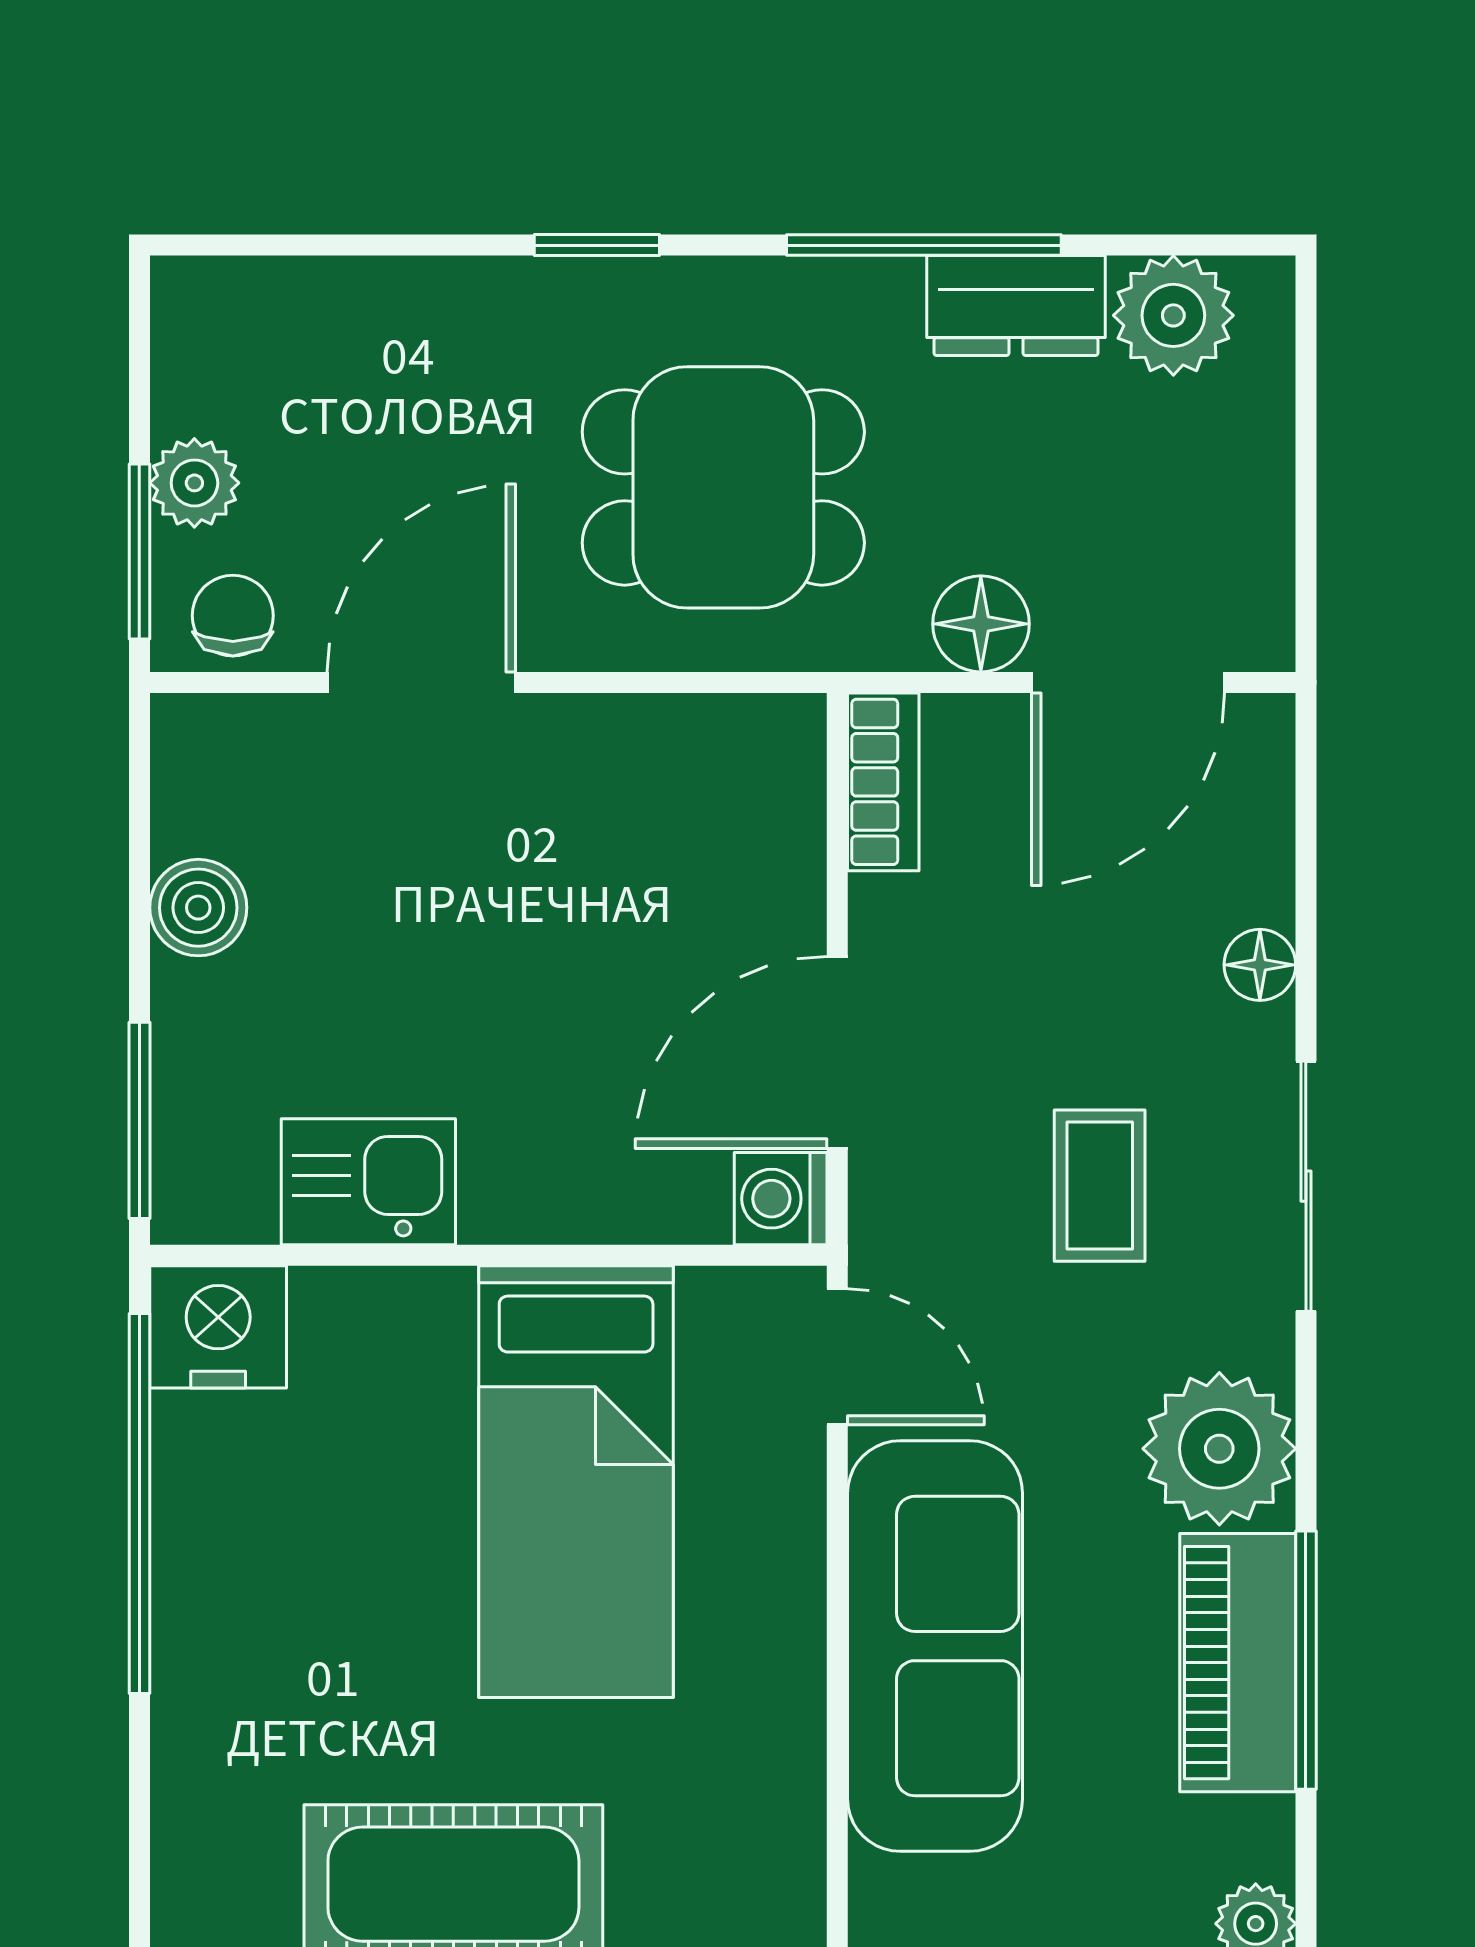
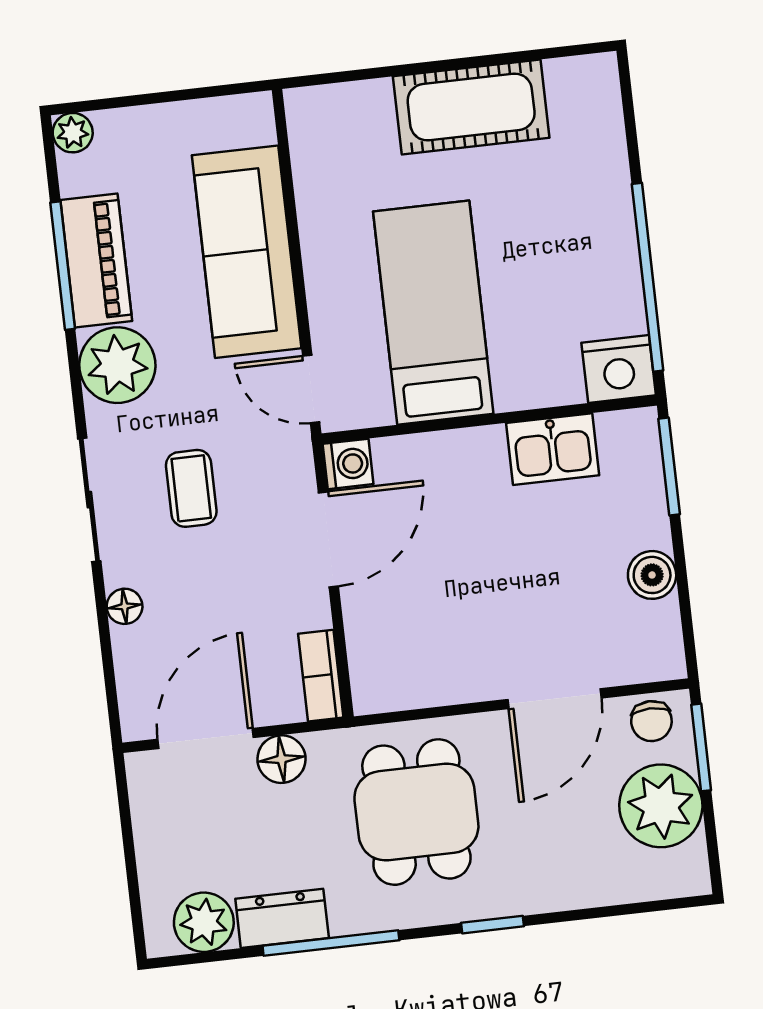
plant: (194, 483) -> (661, 806), width x1.88, depth x1.88
dining table: (723, 487) -> (416, 812), turned 90

